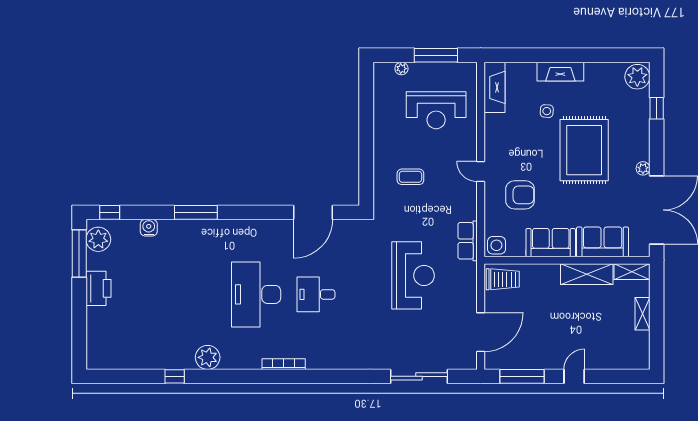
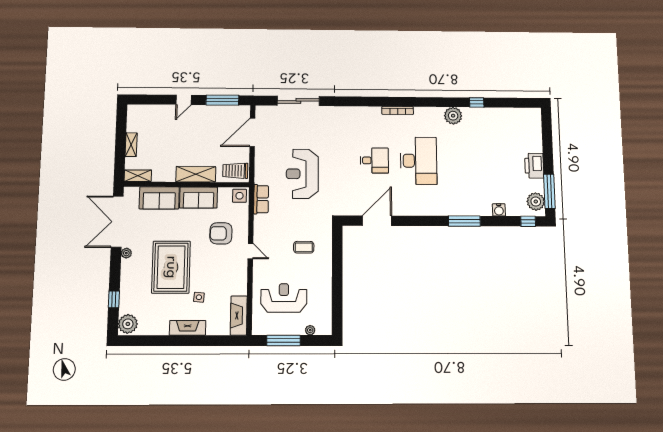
shelving: (587, 274) -> (196, 174), moved

